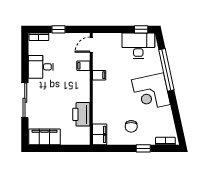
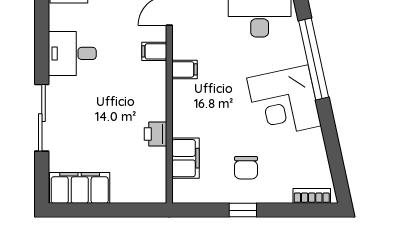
printer: (81, 114) -> (156, 134), width x0.53, depth x0.68
filing cabinet: (100, 134) -> (185, 158), moved
window: (143, 148) -> (243, 210), moved

